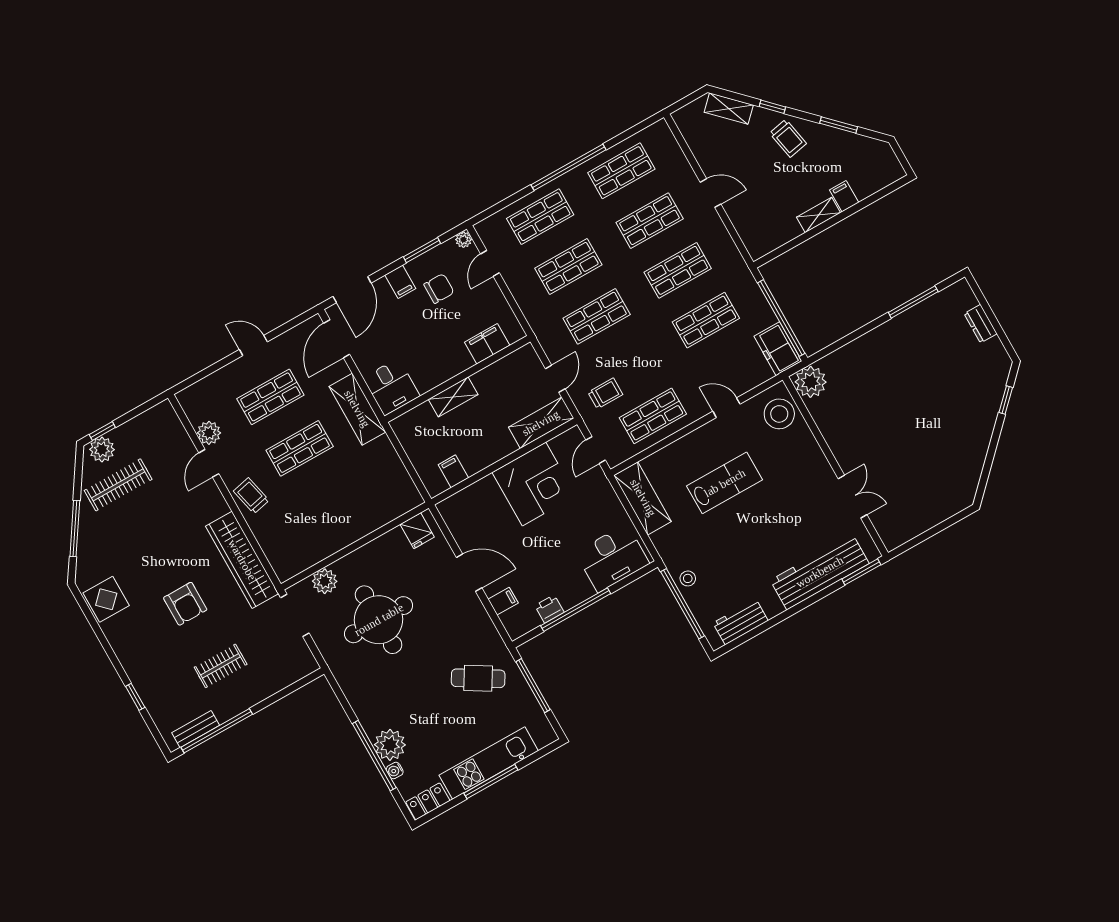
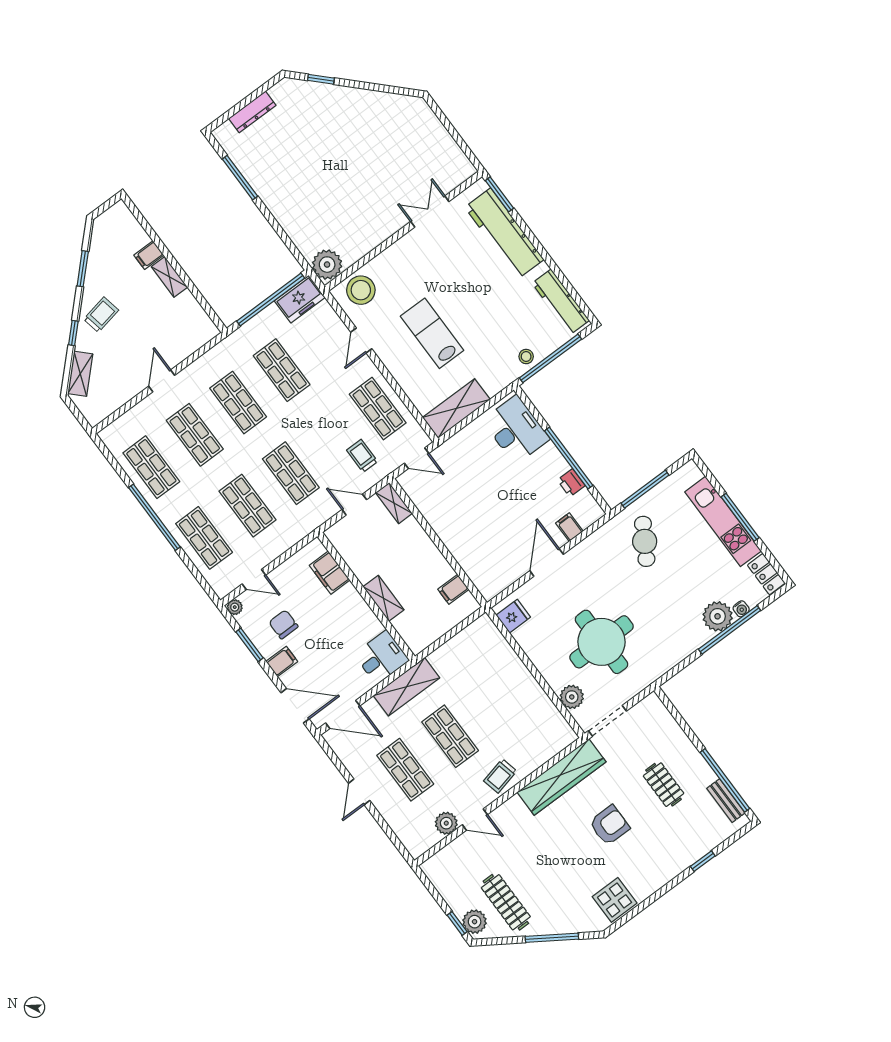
dresser: (981, 324) -> (252, 112), width x1.44
shelving: (541, 423) -> (394, 503), width x0.67, depth x0.75
corner desk: (534, 484) -> (456, 512), removed
workbench: (741, 622) -> (561, 302), width x1.38

